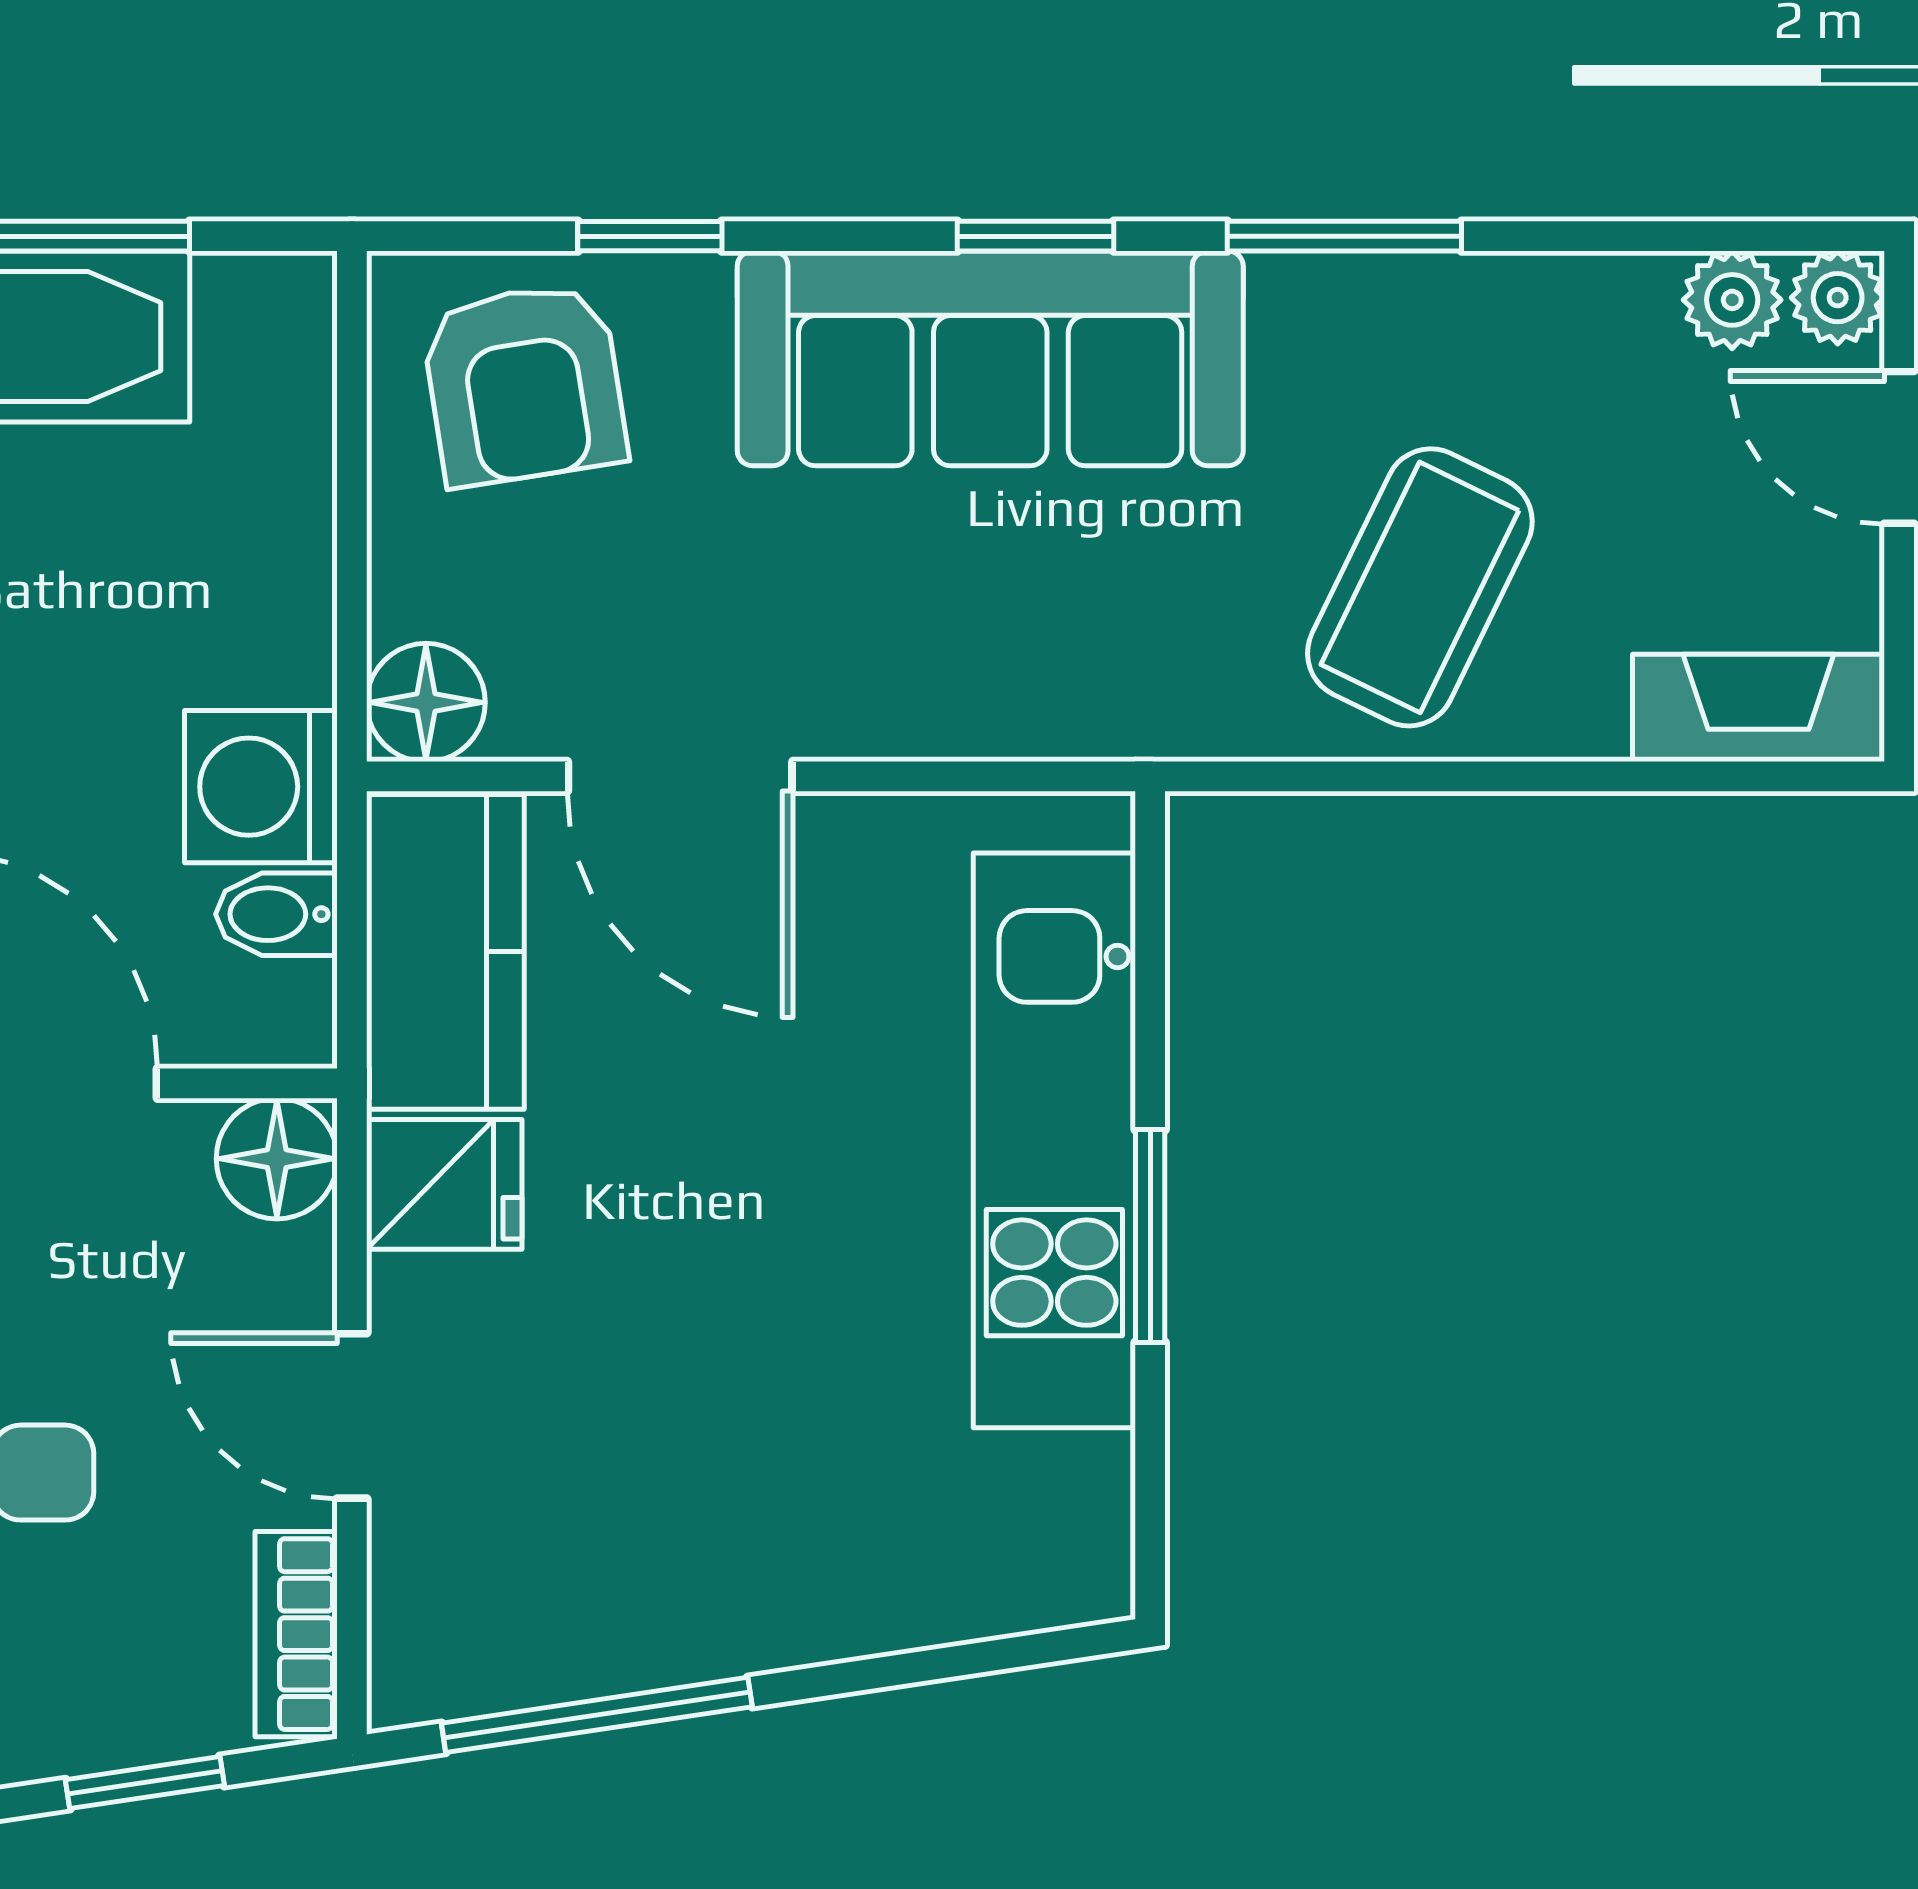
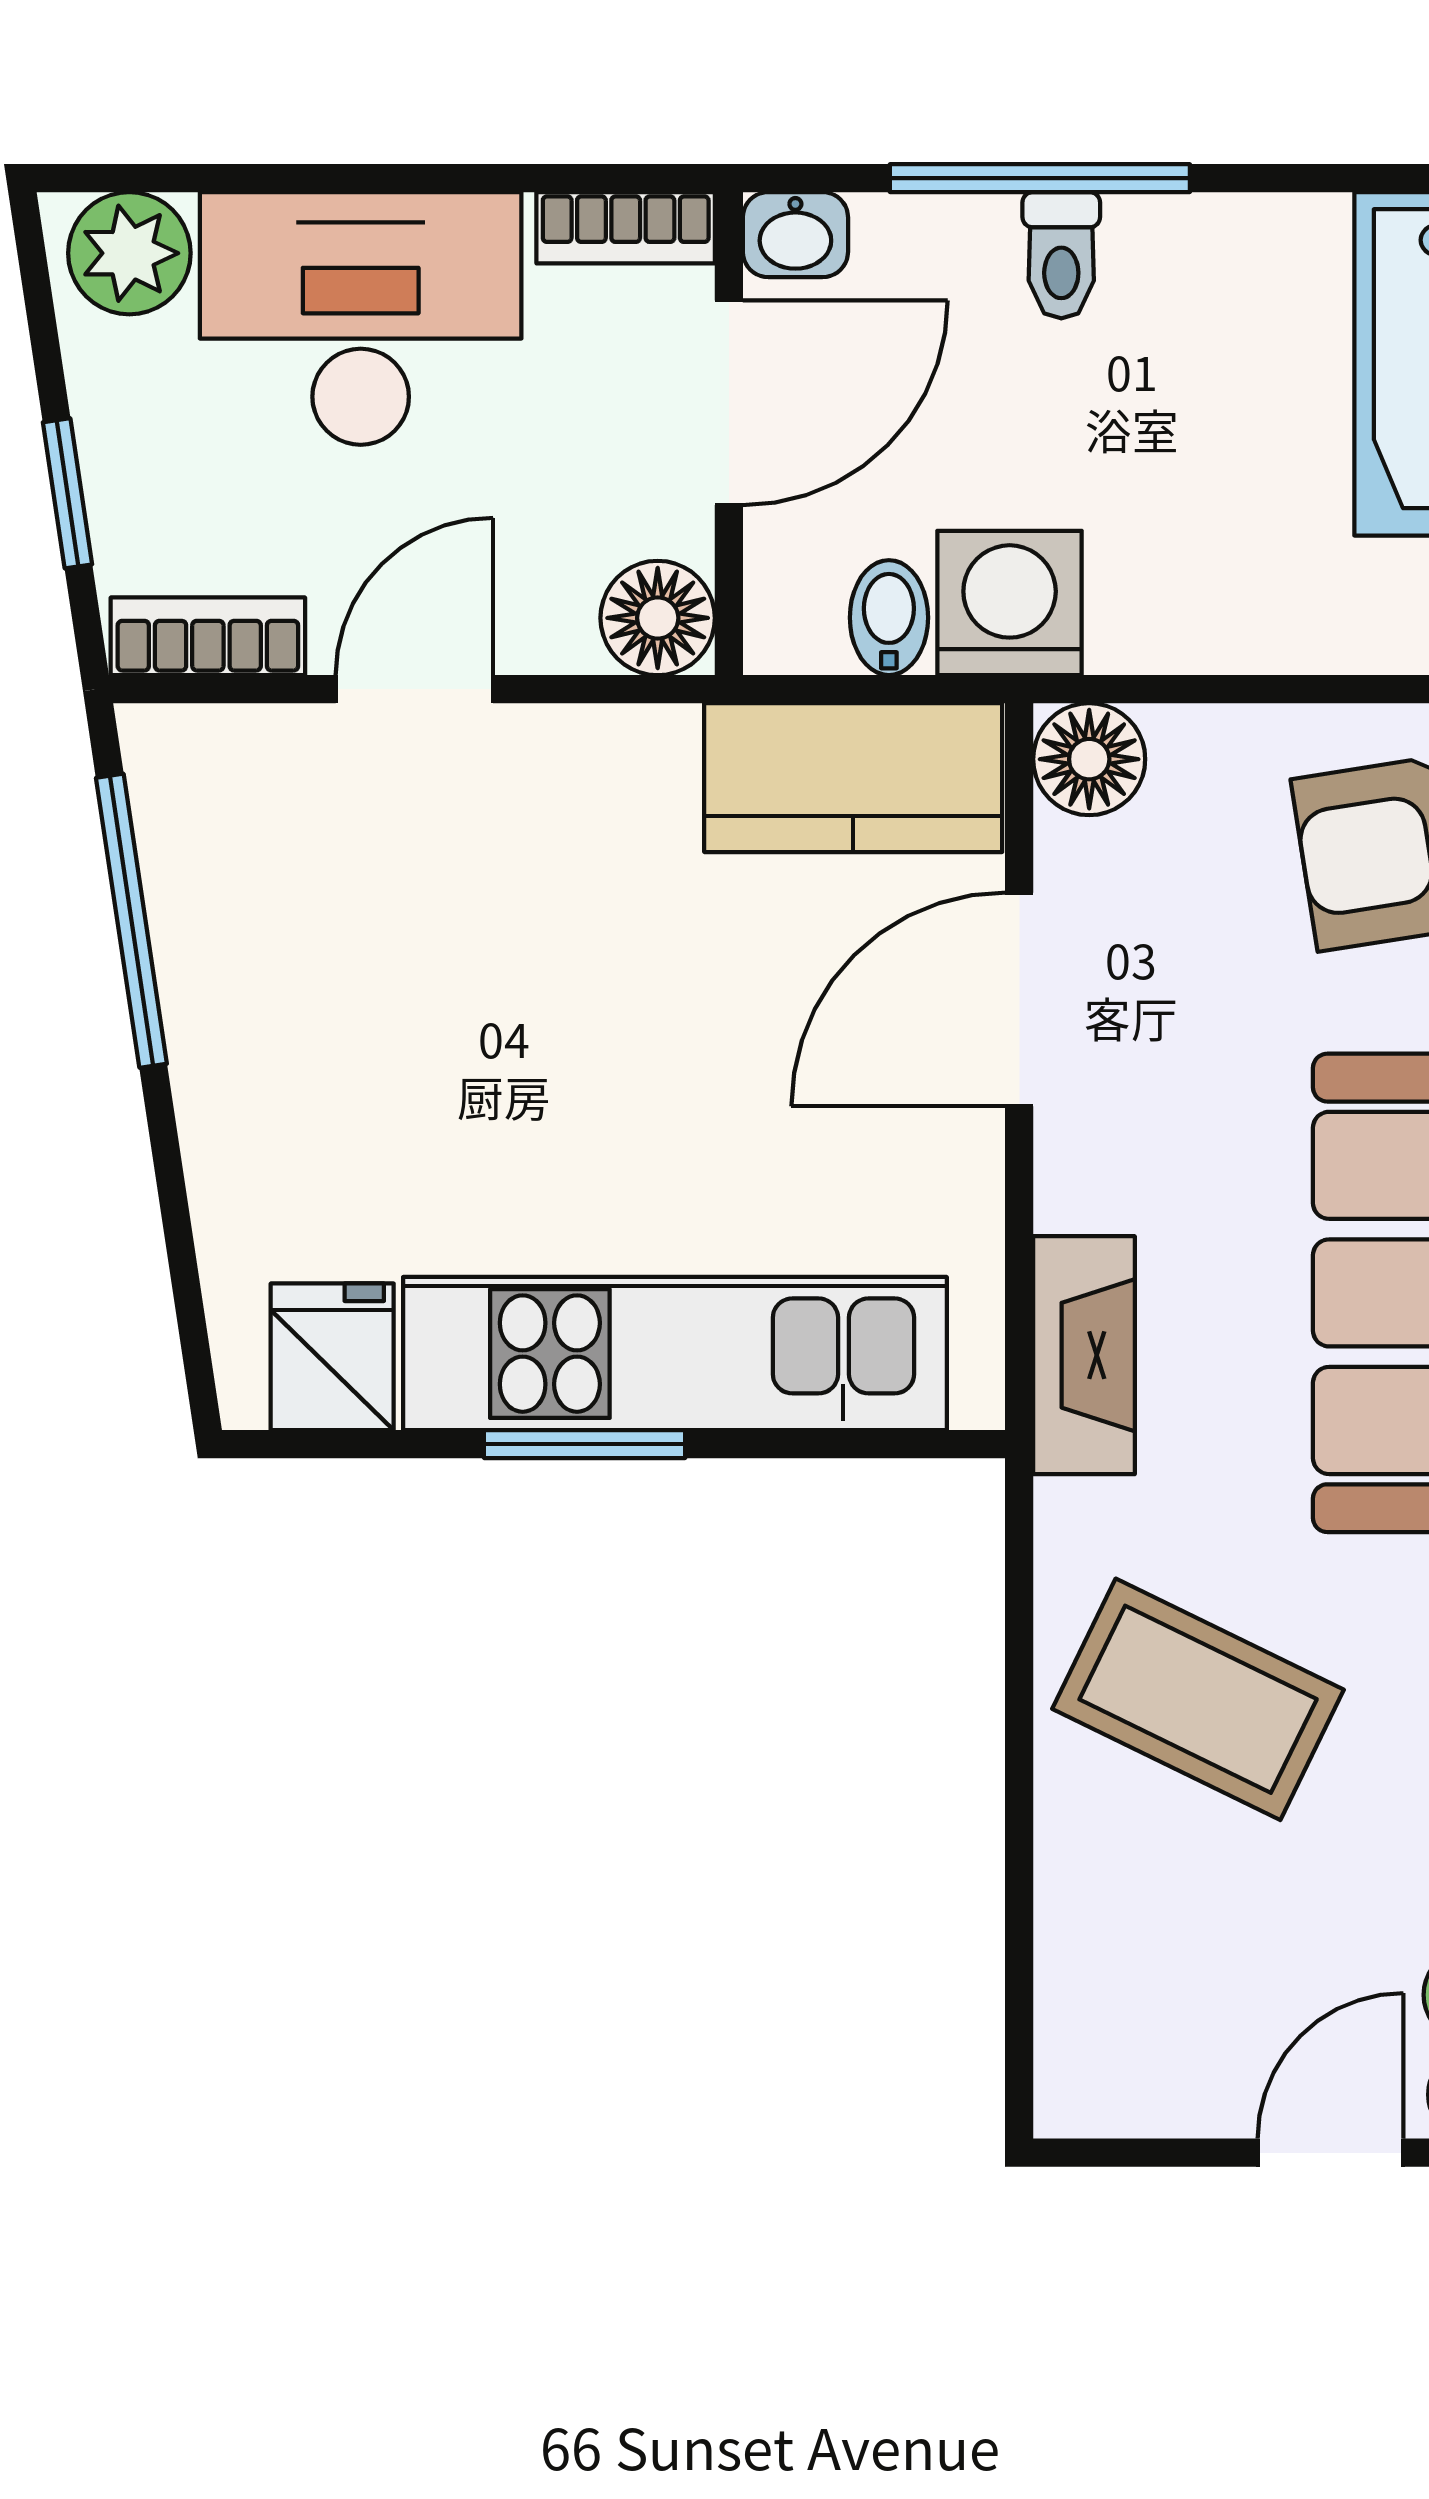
fireplace: (1758, 708) -> (1084, 1355), moved
fridge: (444, 1184) -> (332, 1357), moved, turned 180

